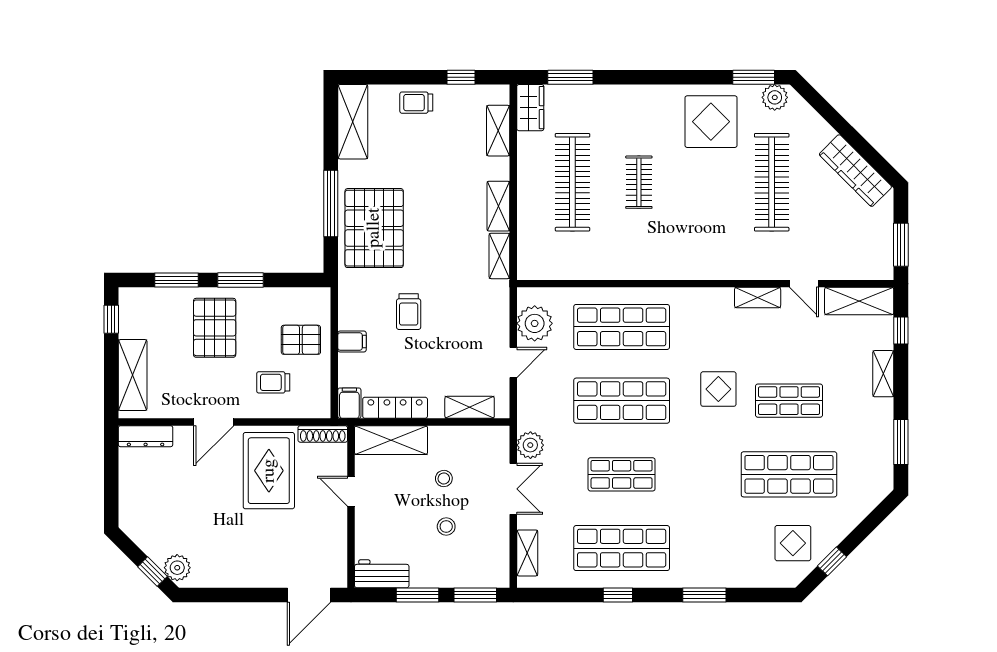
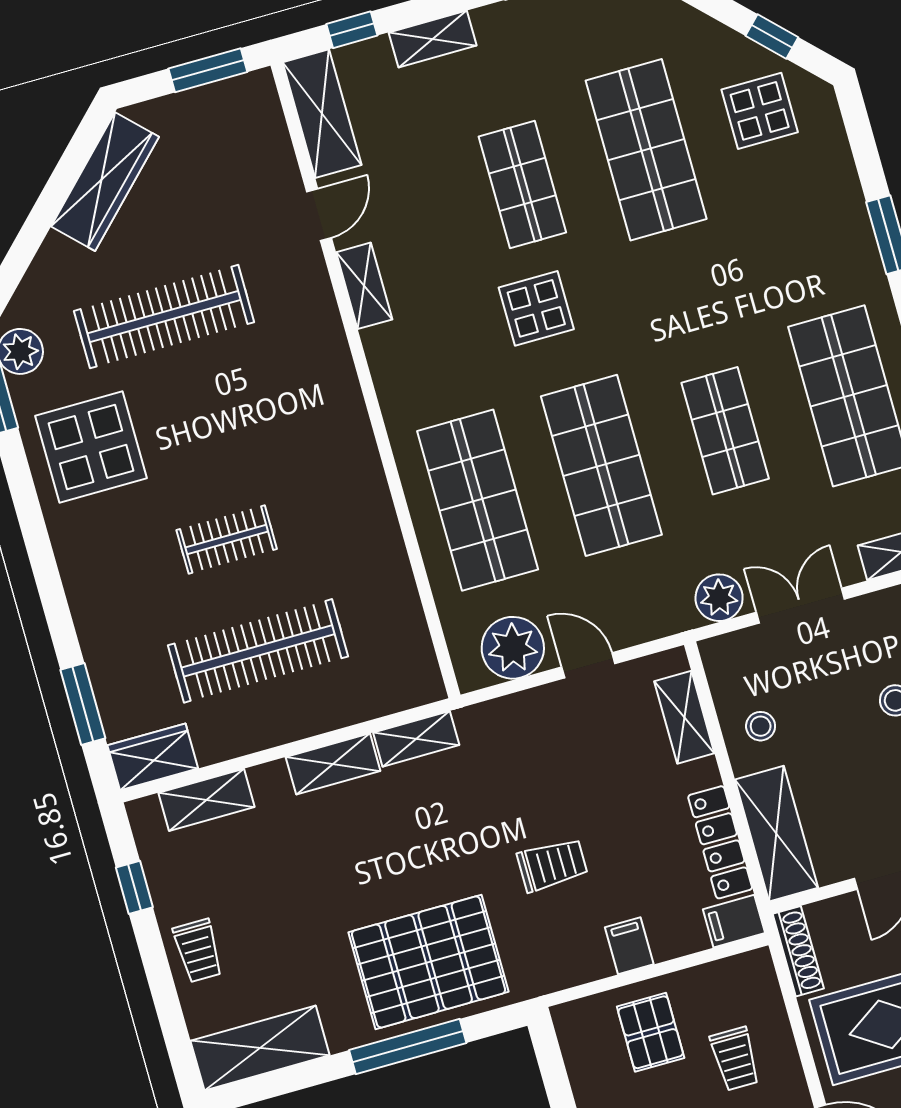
stool: (444, 479) -> (761, 726), moved

